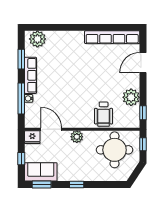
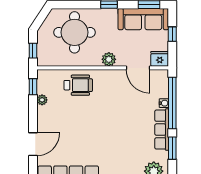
plant: (131, 97) -> (42, 100), width x0.53, depth x0.53
window: (21, 98) -> (172, 103), width x1.46
wheelchair: (104, 114) -> (78, 85), turned 90
round table: (115, 150) -> (75, 32), moved
sofa: (41, 172) -> (143, 19), width x1.36

